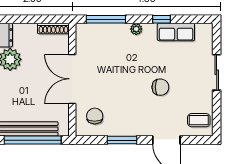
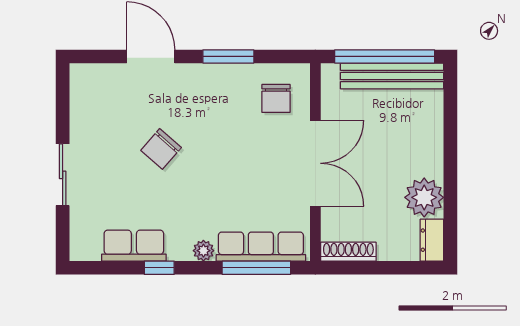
row of seats: (103, 31) -> (261, 247), added
chair: (160, 87) -> (161, 149), turned -49
coffee table: (199, 120) -> (94, 91), removed

